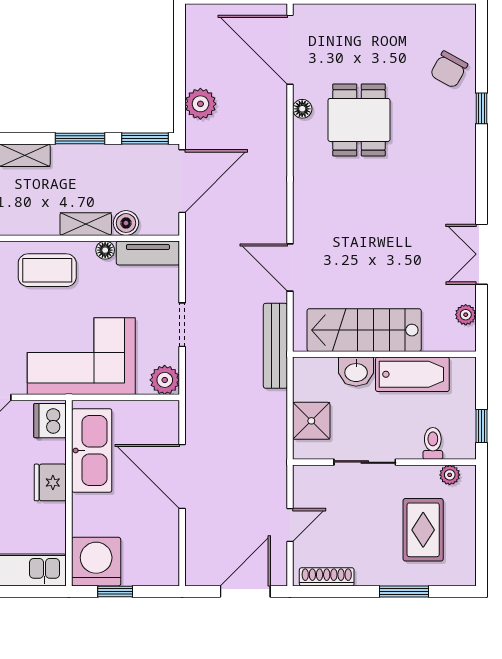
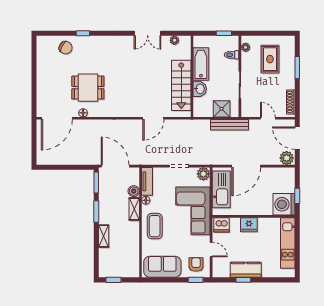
plant: (200, 104) -> (287, 158), moved
bench: (275, 346) -> (229, 125), moved
kitchen sink: (92, 450) -> (221, 189), moved, turned 90
rug: (423, 530) -> (270, 59), turned 90

